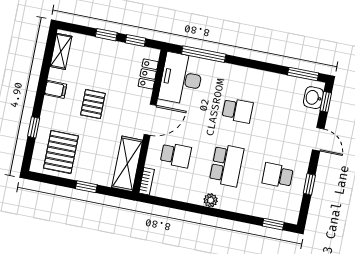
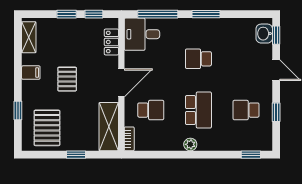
window: (303, 74) -> (206, 14), moved
desk: (181, 79) -> (142, 34), width x0.73
school desk: (238, 110) -> (198, 59), turned 180

